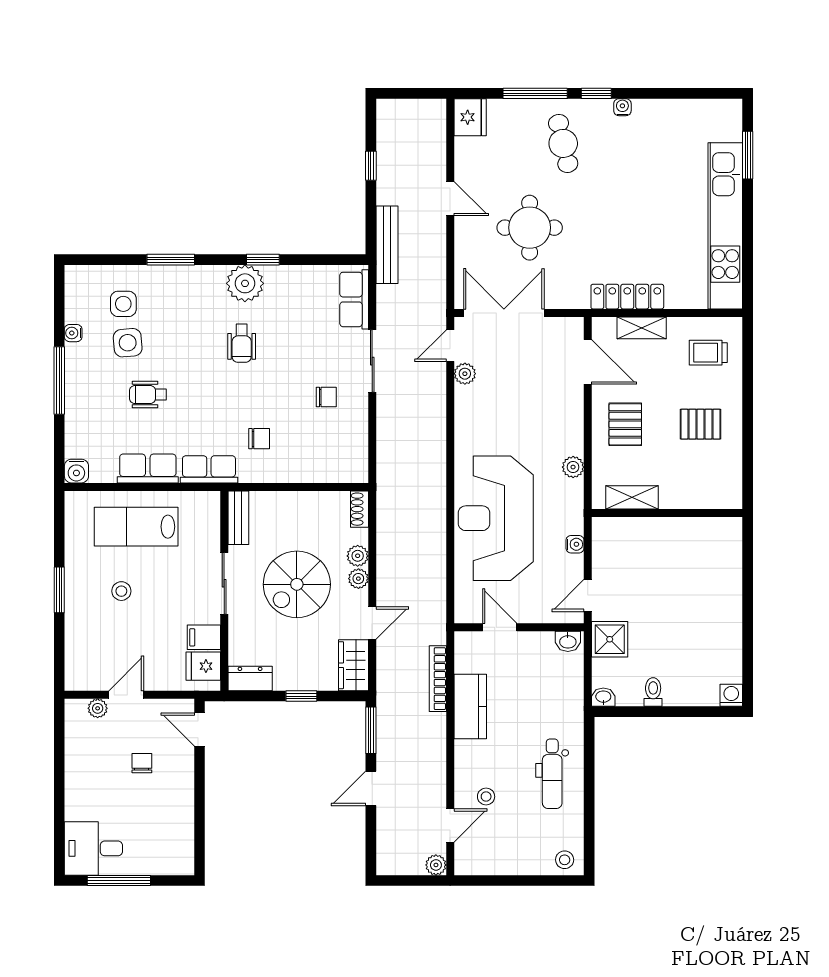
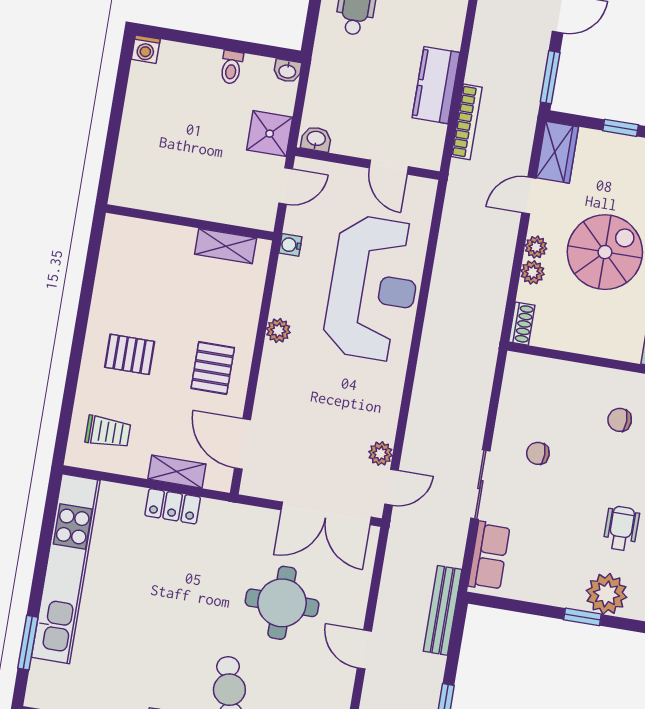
locker: (627, 297) -> (173, 506), width x0.66
shelving: (632, 497) -> (226, 246), moved
wall: (667, 513) -> (190, 222), moved

